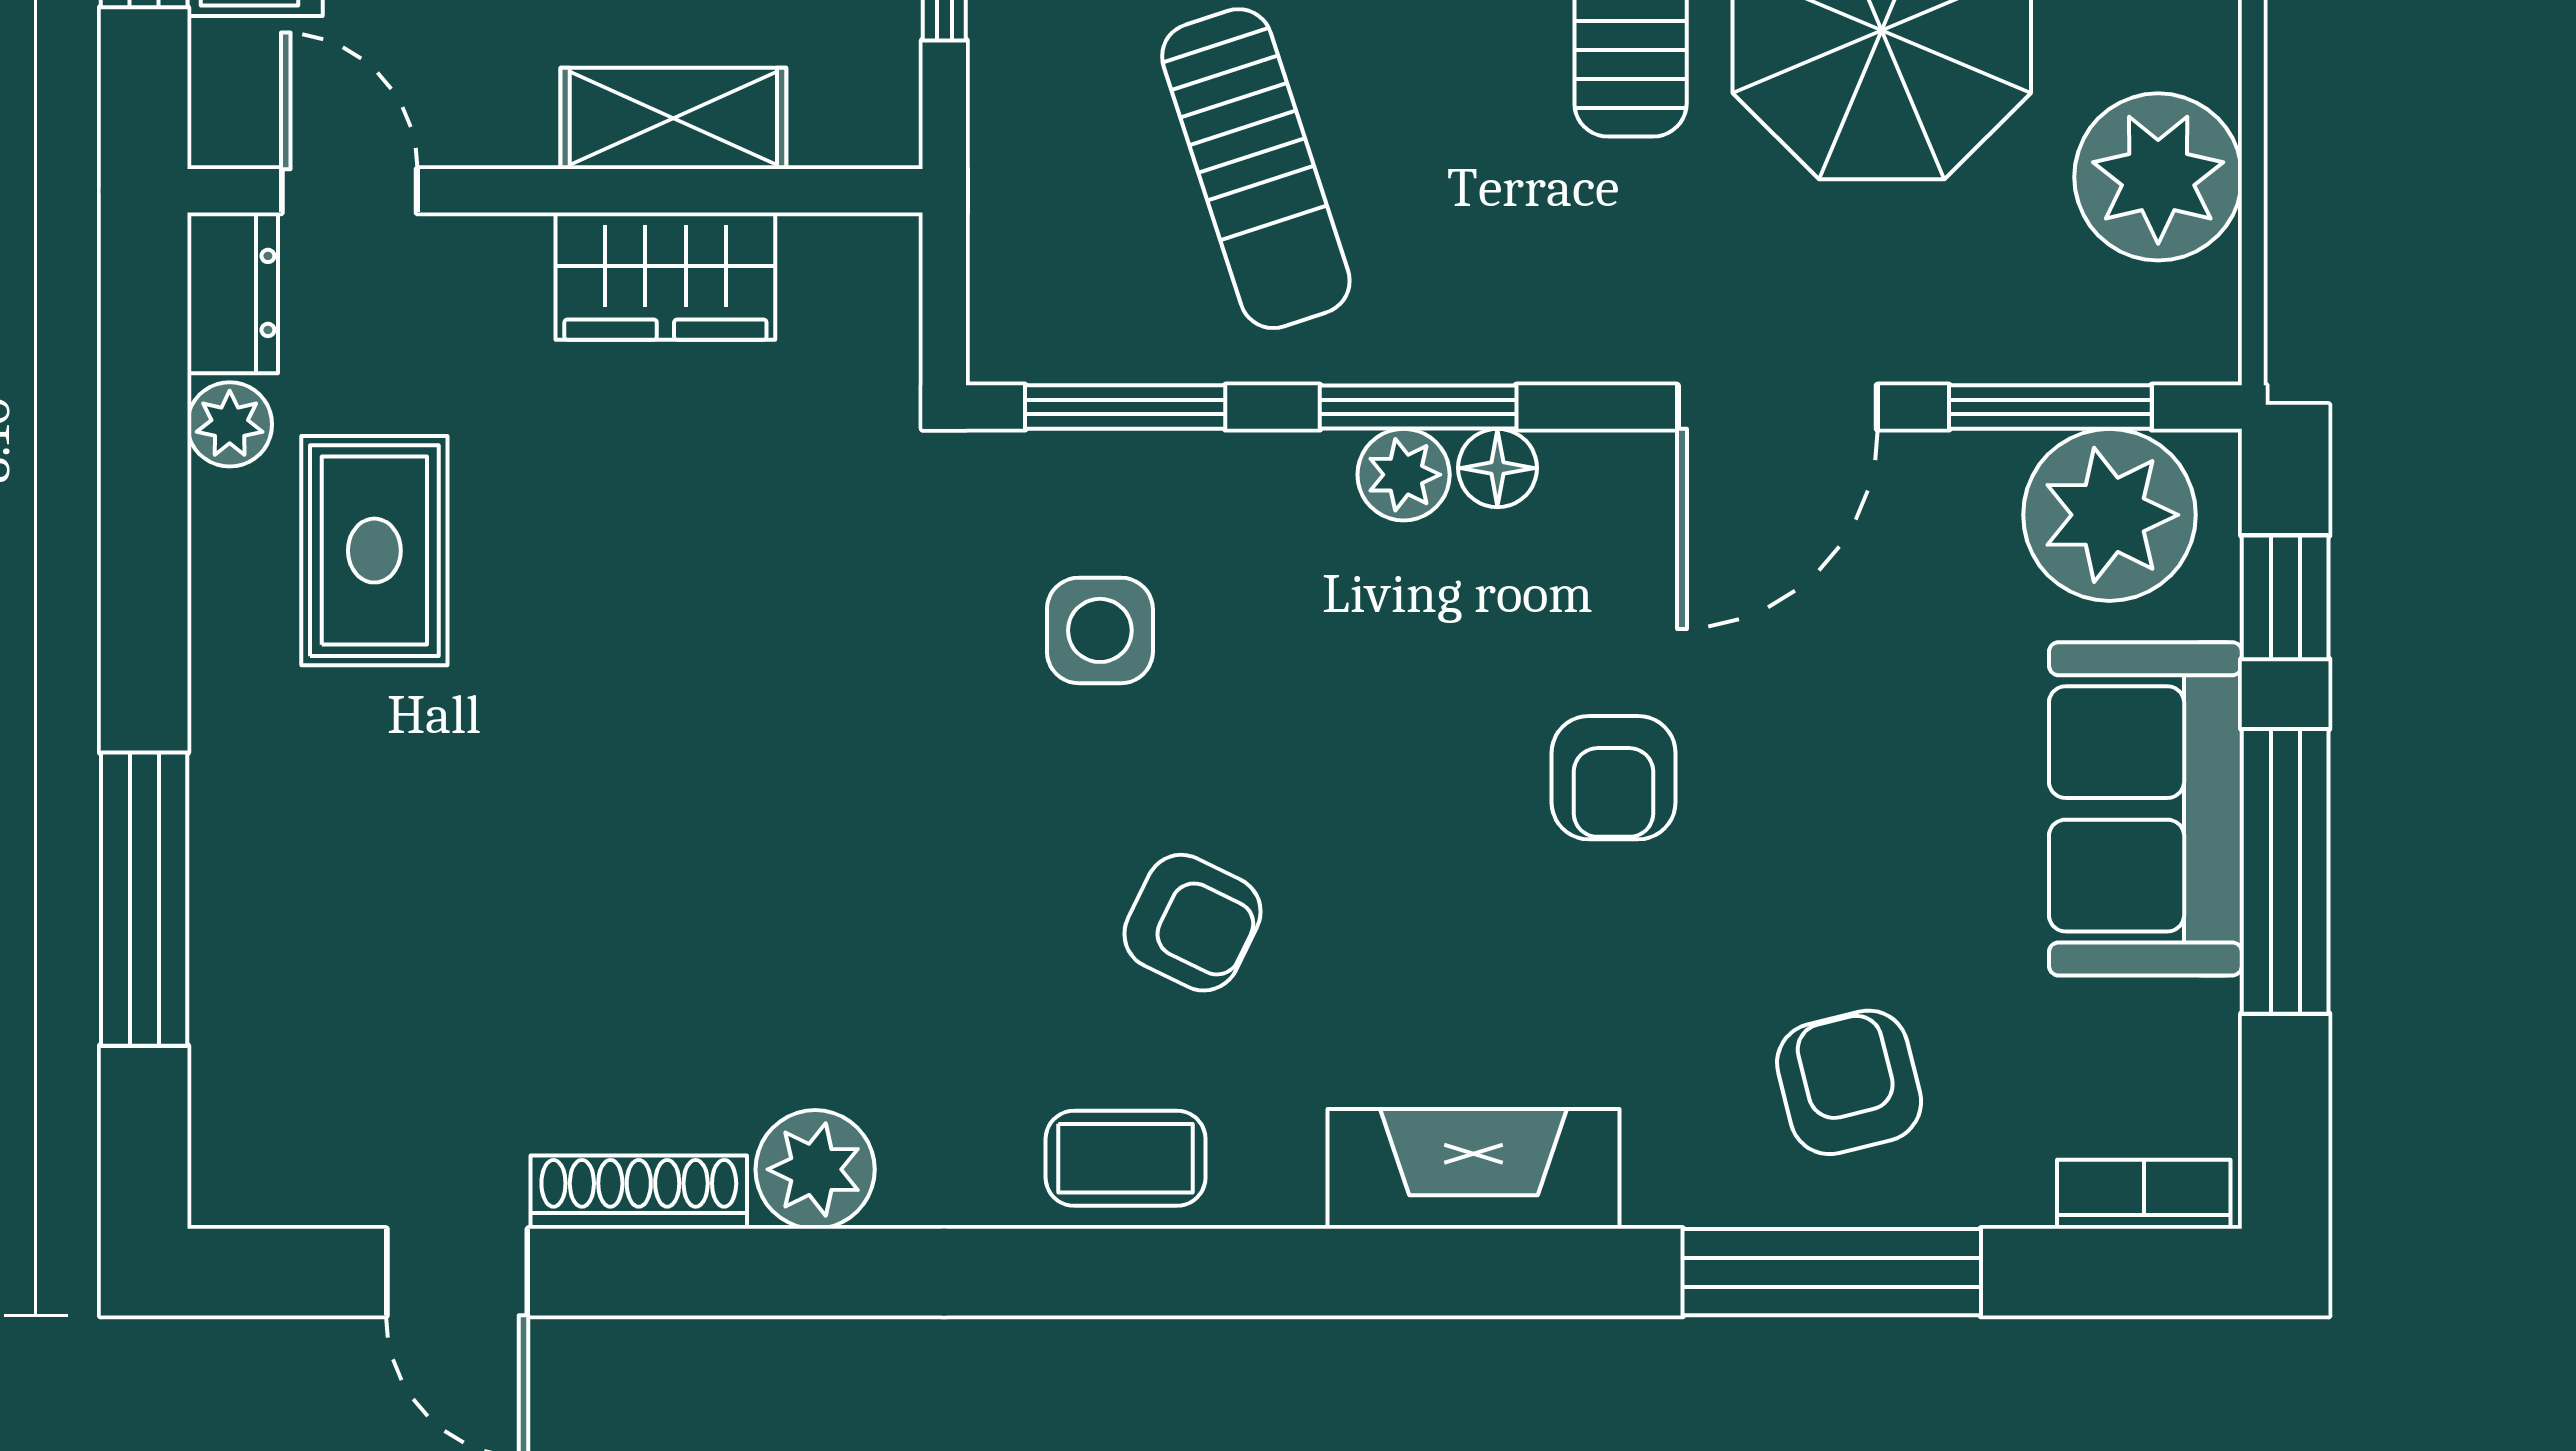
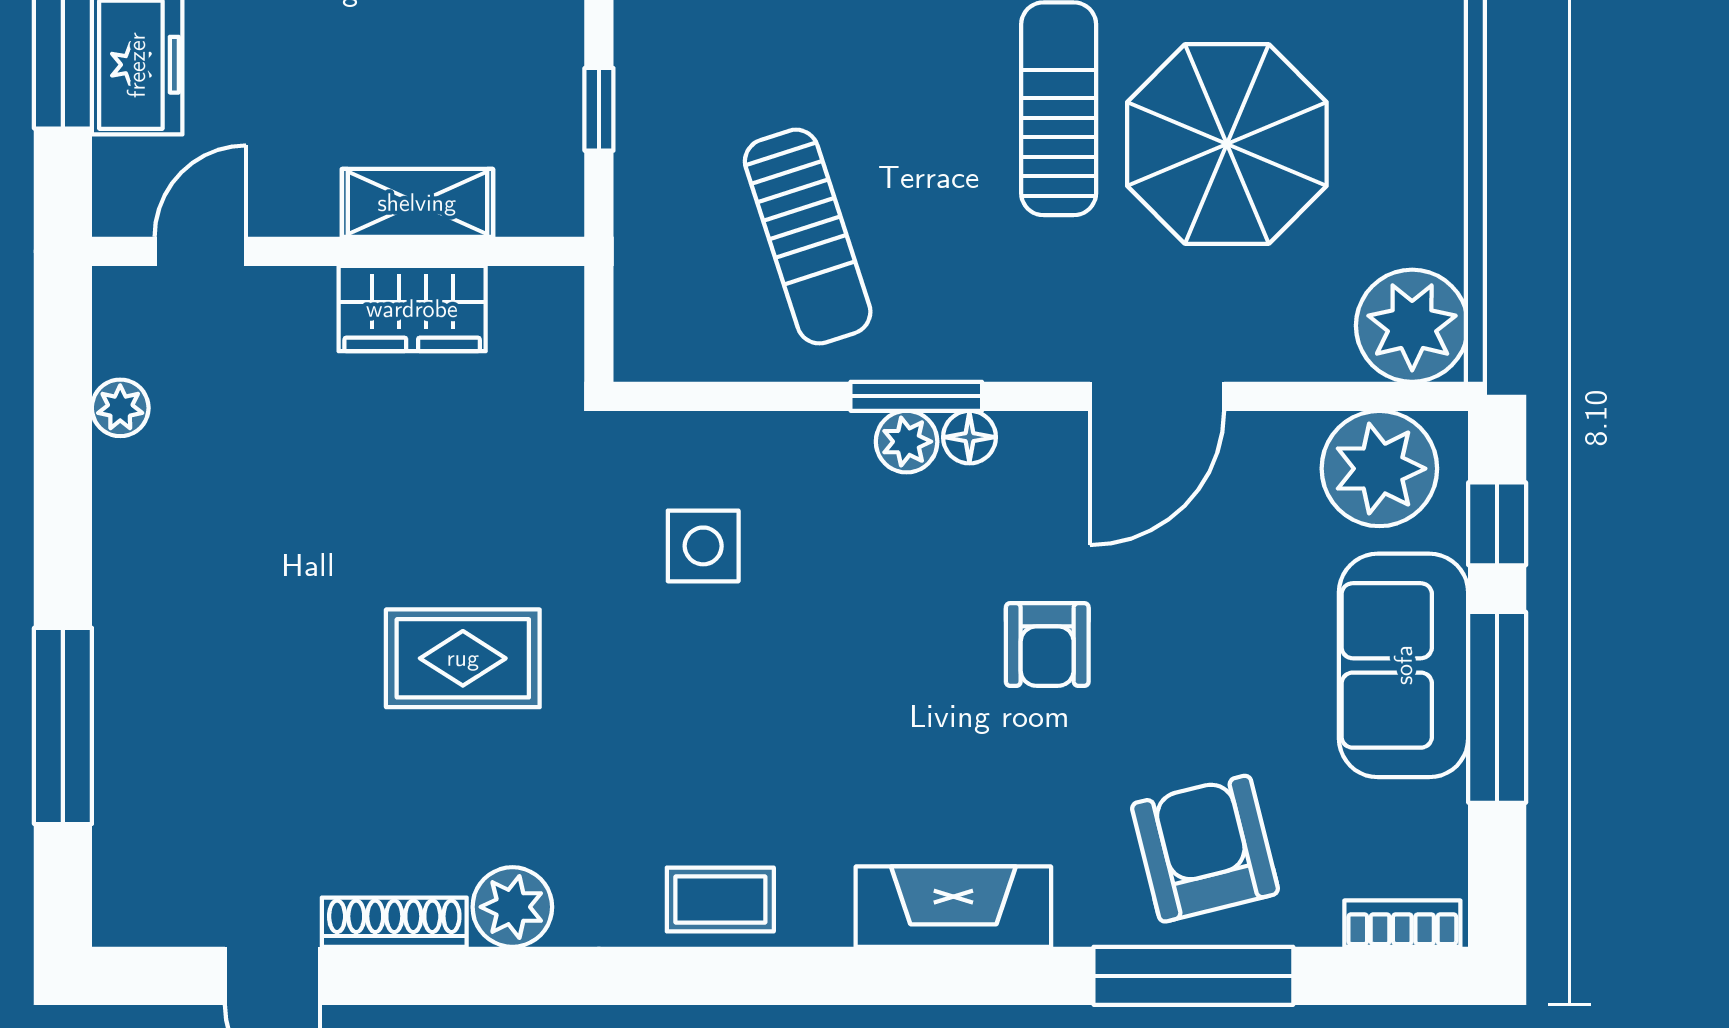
plant: (2158, 177) -> (1412, 326), moved
door: (349, 191) -> (200, 251), hinge flipped
dresser: (233, 293) -> (122, 320), removed
window: (1125, 407) -> (720, 396), removed
window: (2050, 407) -> (1340, 396), removed
rug: (374, 551) -> (463, 658), moved, turned 90
armchair: (1192, 923) -> (765, 742), removed
armchair: (1849, 1082) -> (1205, 849), width x1.38, depth x1.38

